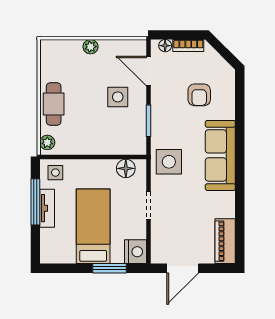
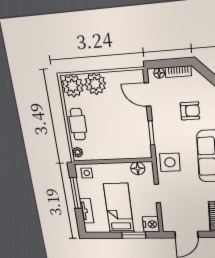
plant: (91, 47) -> (95, 84), width x1.88, depth x1.88
plant: (54, 54) -> (73, 86), added
armchair: (199, 95) -> (190, 111), turned -90
side table: (118, 97) -> (126, 116), removed
tv unit: (47, 208) -> (87, 211), moved

